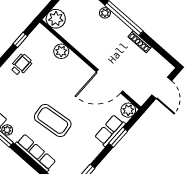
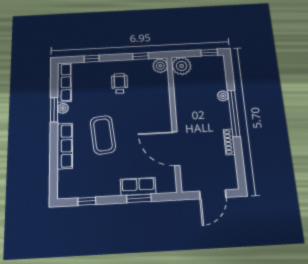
plant: (61, 51) -> (160, 66), moved
wheelchair: (21, 65) -> (120, 83), moved, turned -90
plant: (128, 110) -> (168, 185), removed

